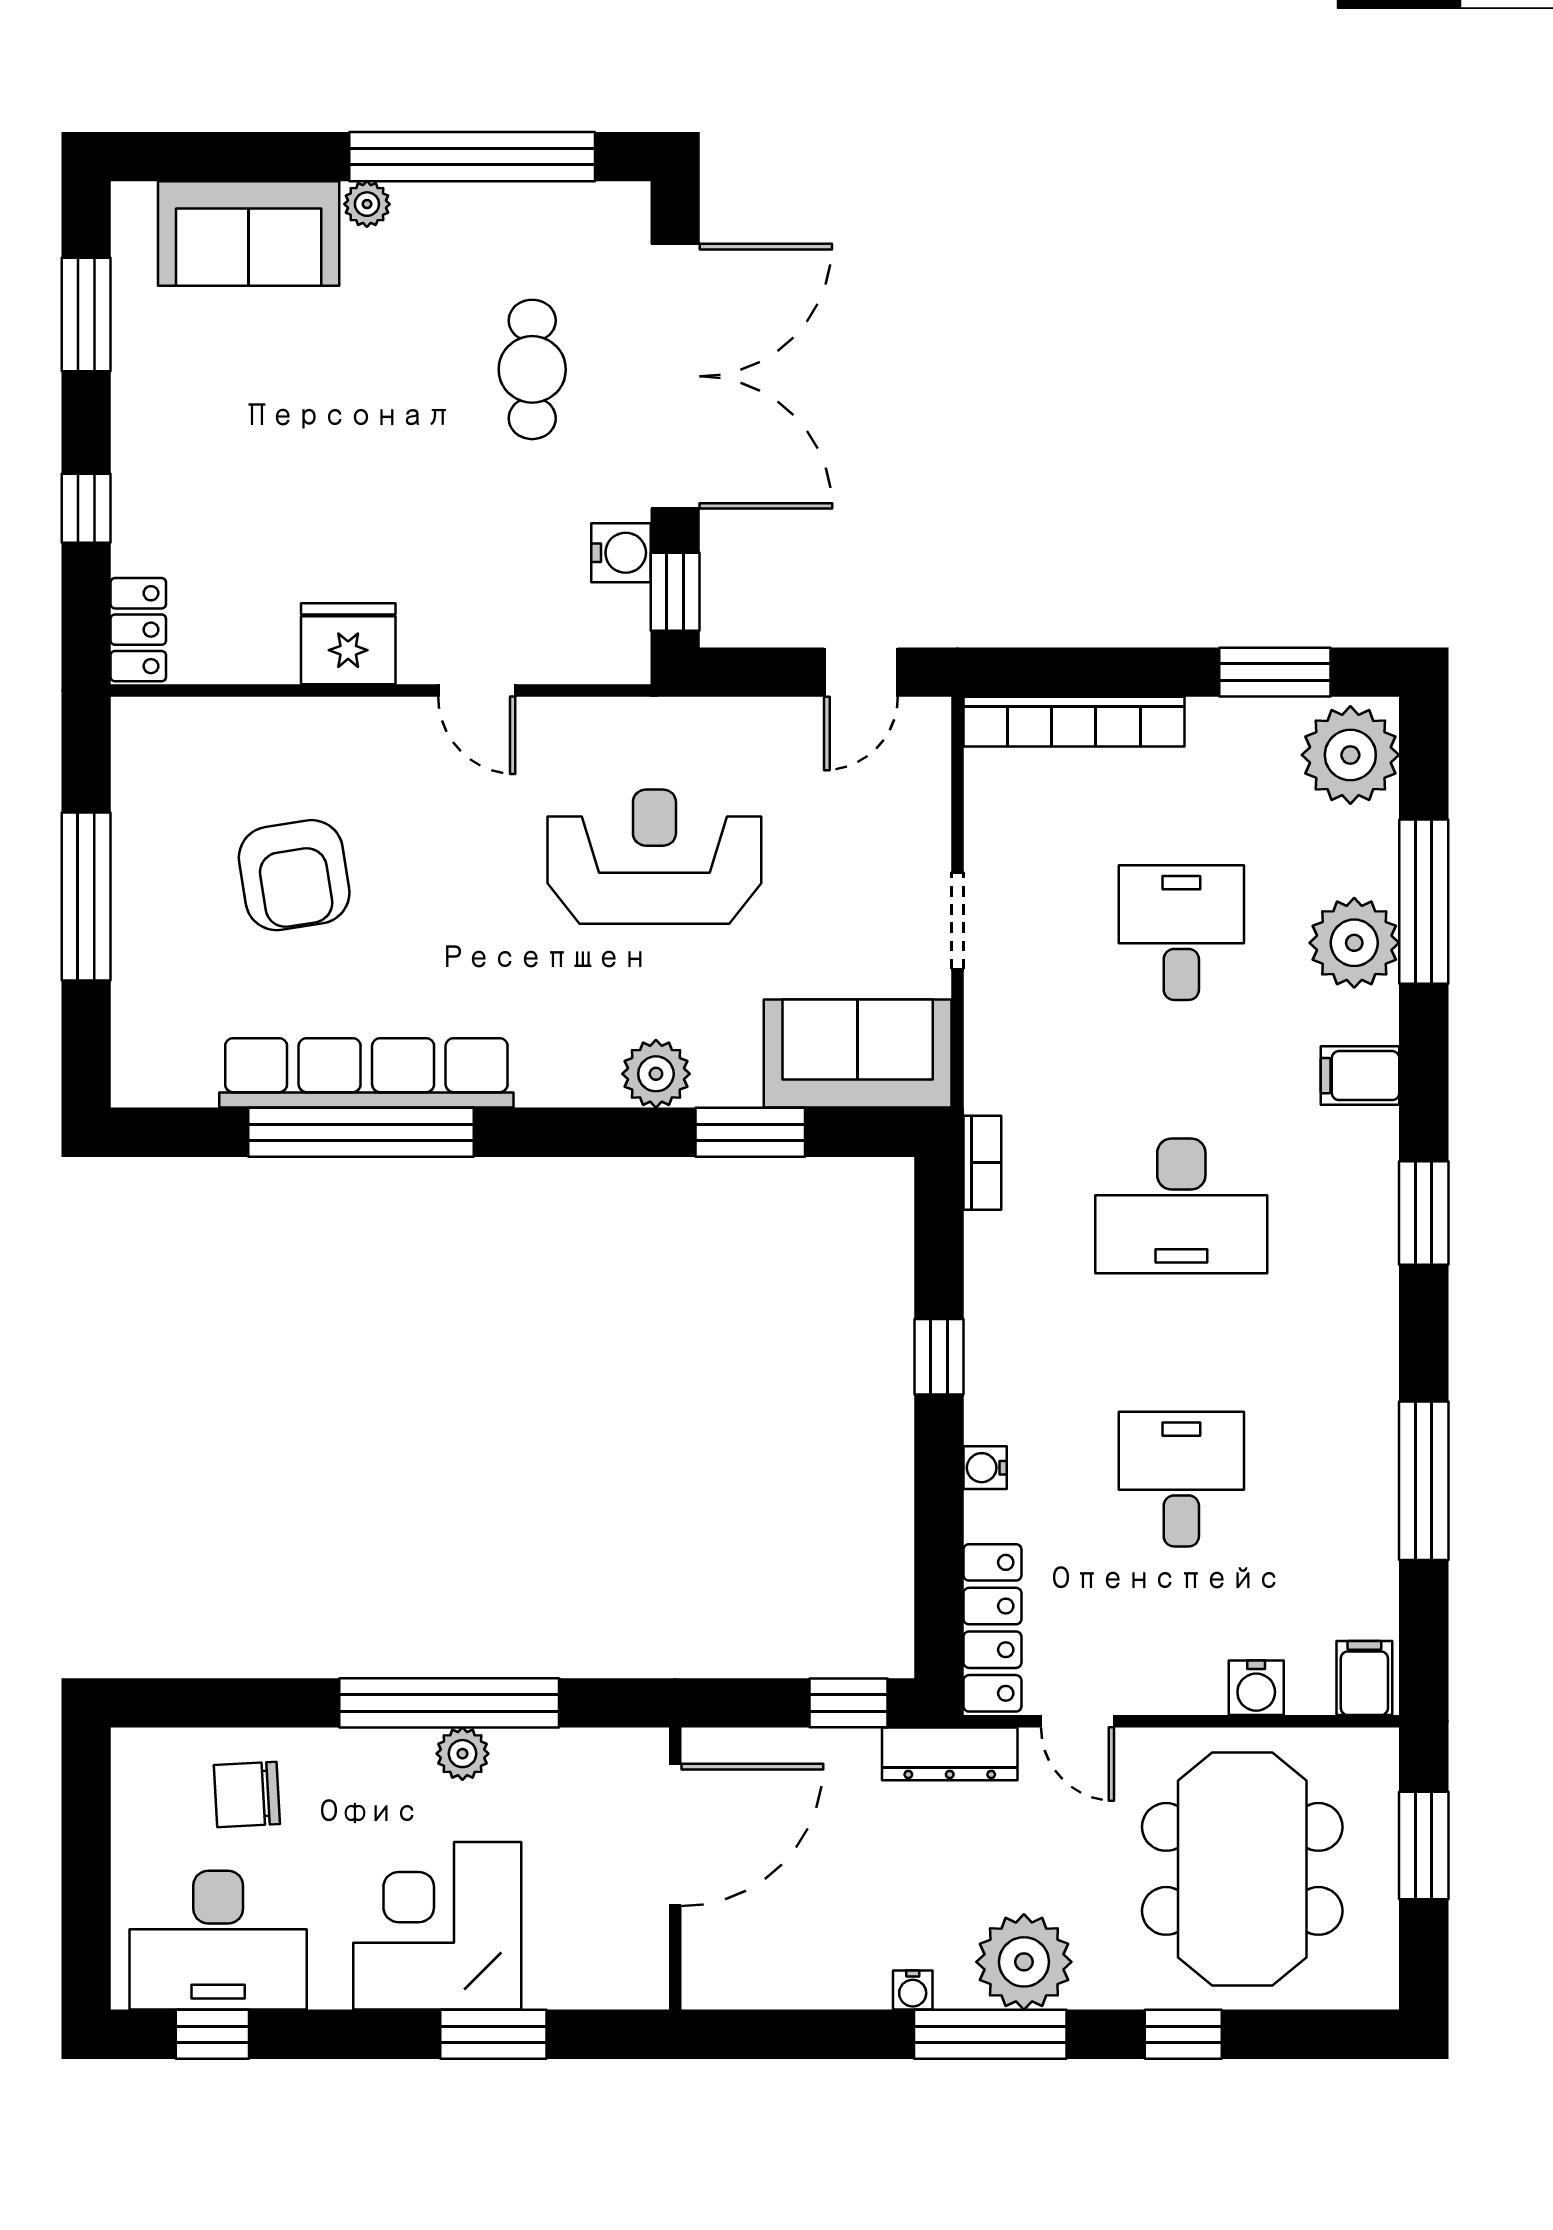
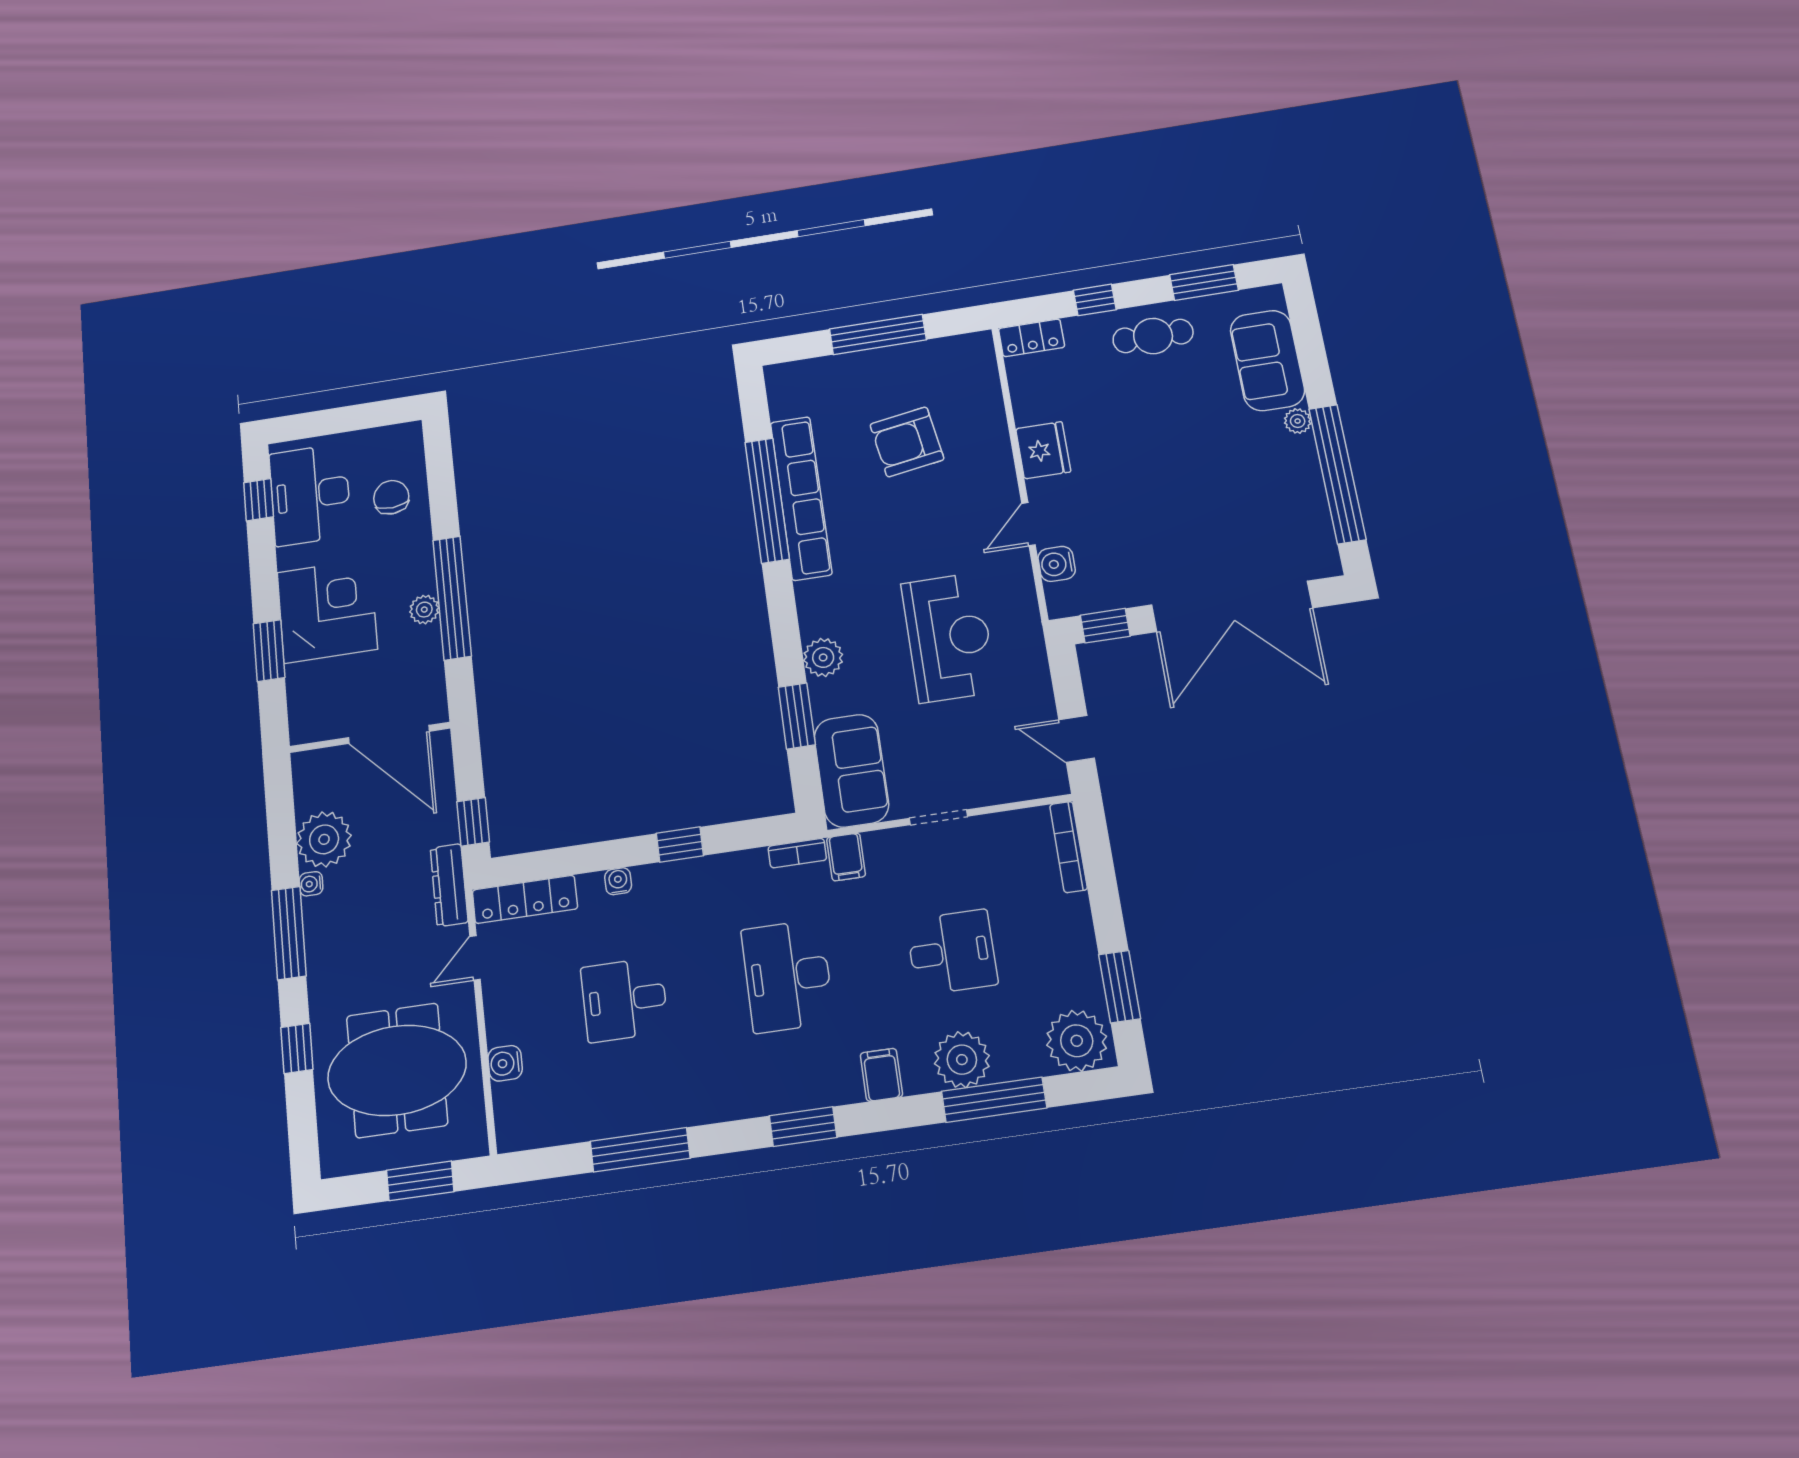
cafe table: (532, 369) -> (1153, 336), moved
water cooler: (621, 553) -> (1057, 564), moved, turned 90
bookcase: (1074, 722) -> (1069, 847), width x0.68, depth x0.76
desk: (1181, 1479) -> (624, 1000), turned 180
filing cabinet: (1364, 1678) -> (846, 857), moved, turned 90
plant: (1024, 1962) -> (324, 839), moved

